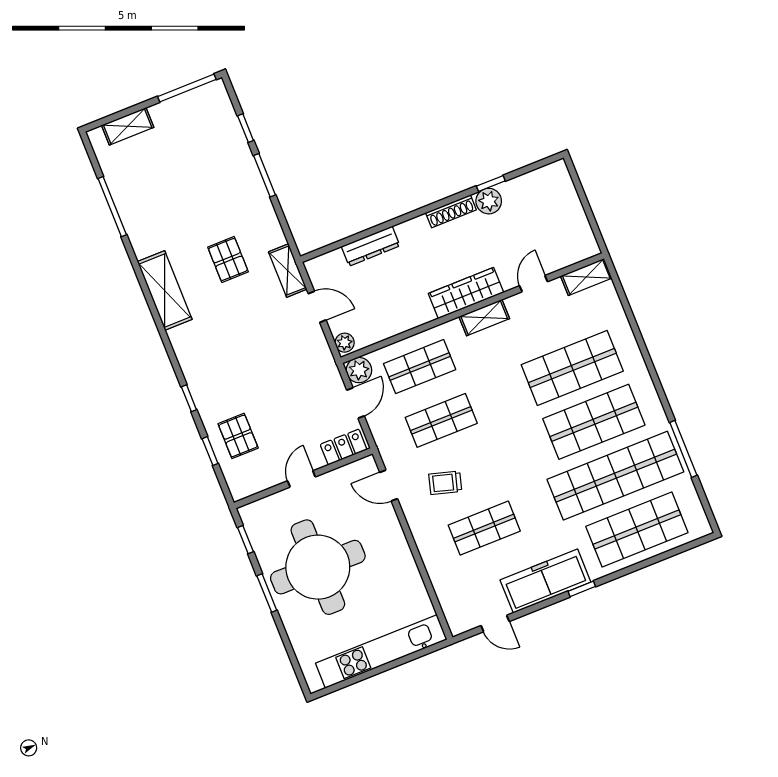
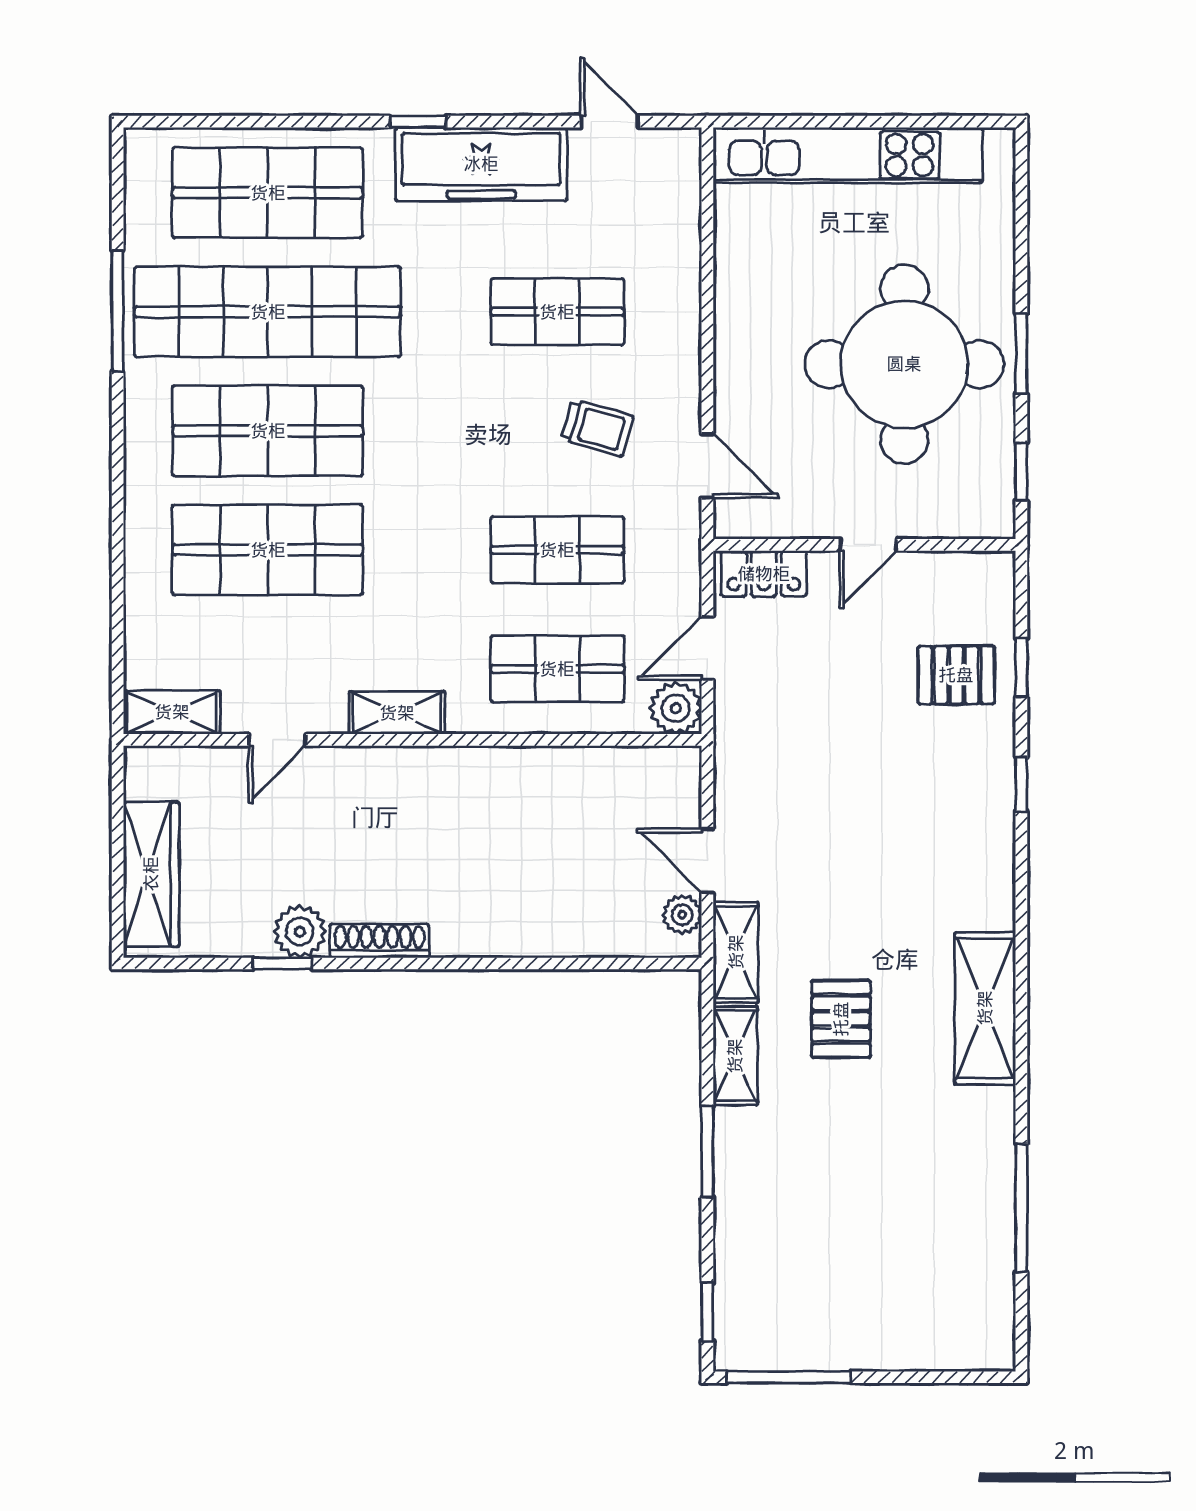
shelving: (128, 126) -> (735, 1056), moved, turned 90
window: (246, 128) -> (707, 1312), moved
dresser: (371, 246) -> (559, 936), removed
wardrobe: (466, 293) -> (151, 874), moved, turned -90
plant: (345, 343) -> (682, 915), moved
pallet: (238, 436) -> (956, 675), turned 90

